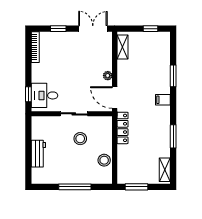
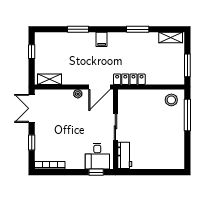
stool: (80, 139) -> (140, 121), removed
workbench: (38, 154) -> (125, 155), moved, turned 90
stool: (104, 160) -> (171, 100), moved
window: (75, 187) -> (187, 115), moved

